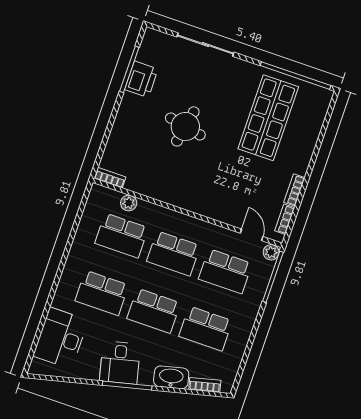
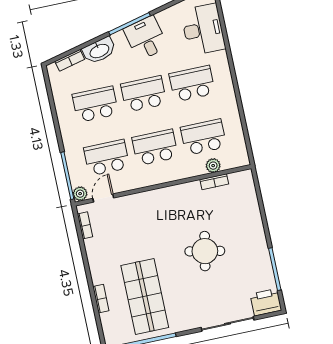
printer: (141, 79) -> (266, 302), moved, turned 90
bookcase: (110, 178) -> (214, 182), moved
bookcase: (294, 190) -> (101, 299), moved
door: (252, 235) -> (103, 198), swing flipped

